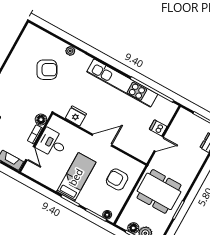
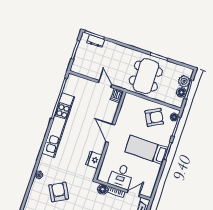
dishwasher: (158, 128) -> (117, 96), moved
armchair: (117, 179) -> (154, 117), moved, turned -118

